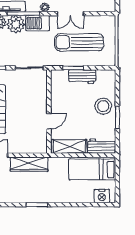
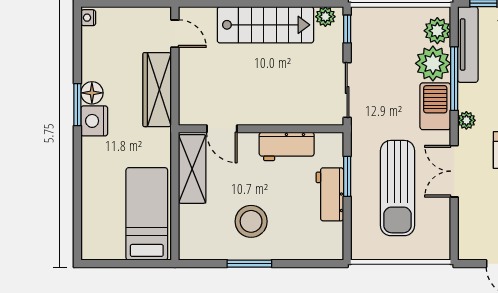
sun lounger: (79, 42) -> (398, 188), turned 180
stool: (103, 106) -> (251, 221), moved
door: (49, 121) -> (222, 129), moved
workbench: (102, 146) -> (287, 146), moved, turned 90
nightstand: (102, 196) -> (94, 121), moved
floor lamp: (31, 197) -> (92, 93), added

